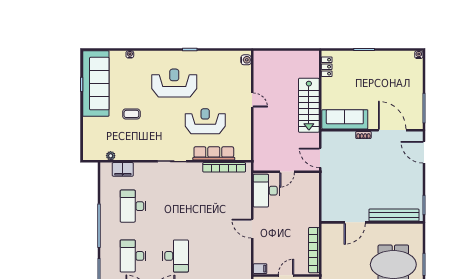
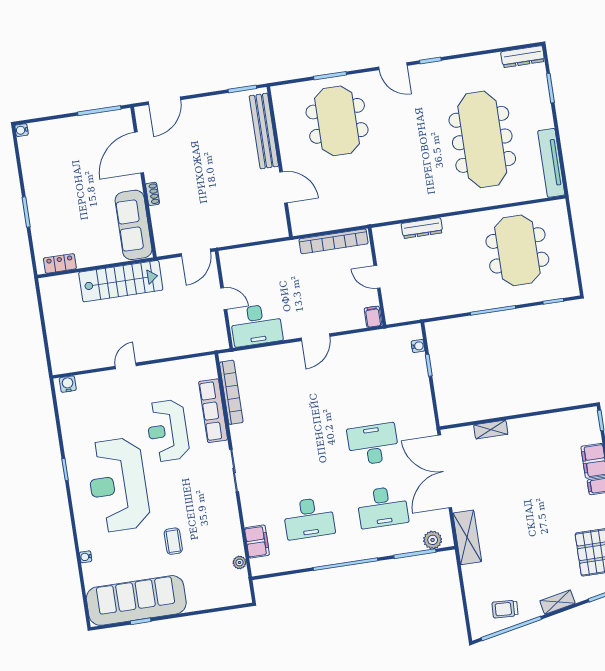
reception desk: (174, 83) -> (118, 485), width x1.36, depth x1.30

